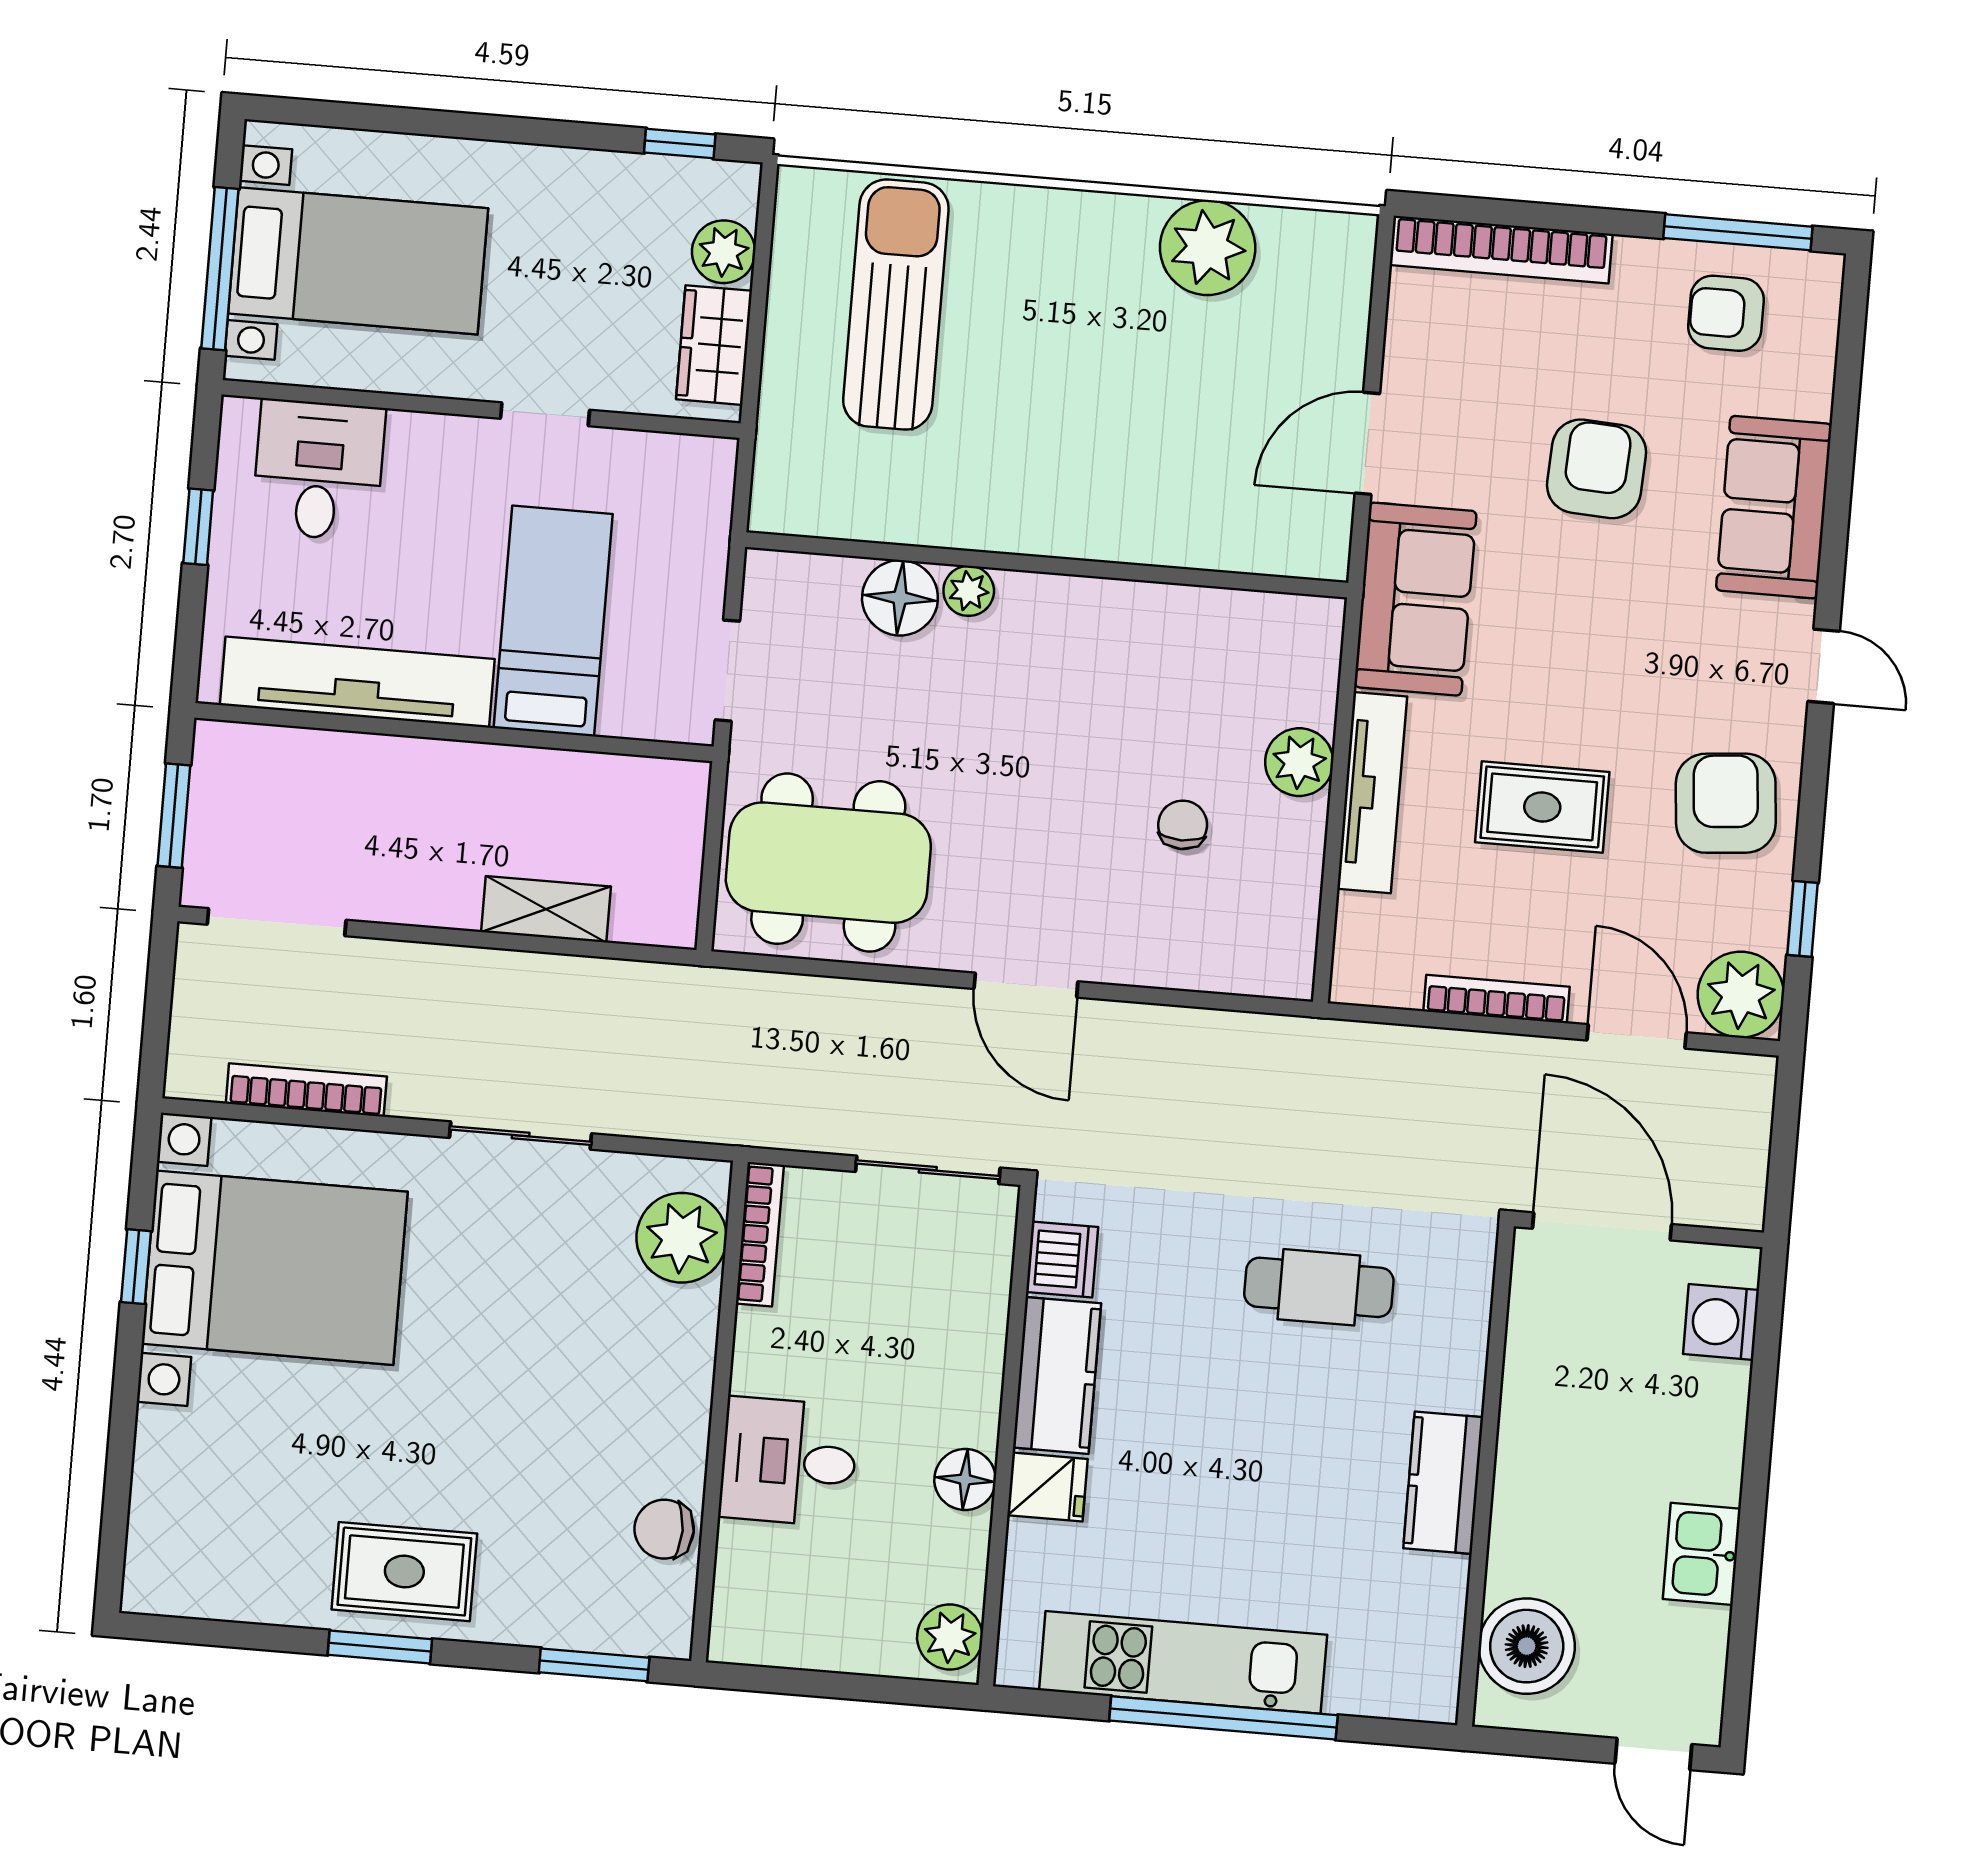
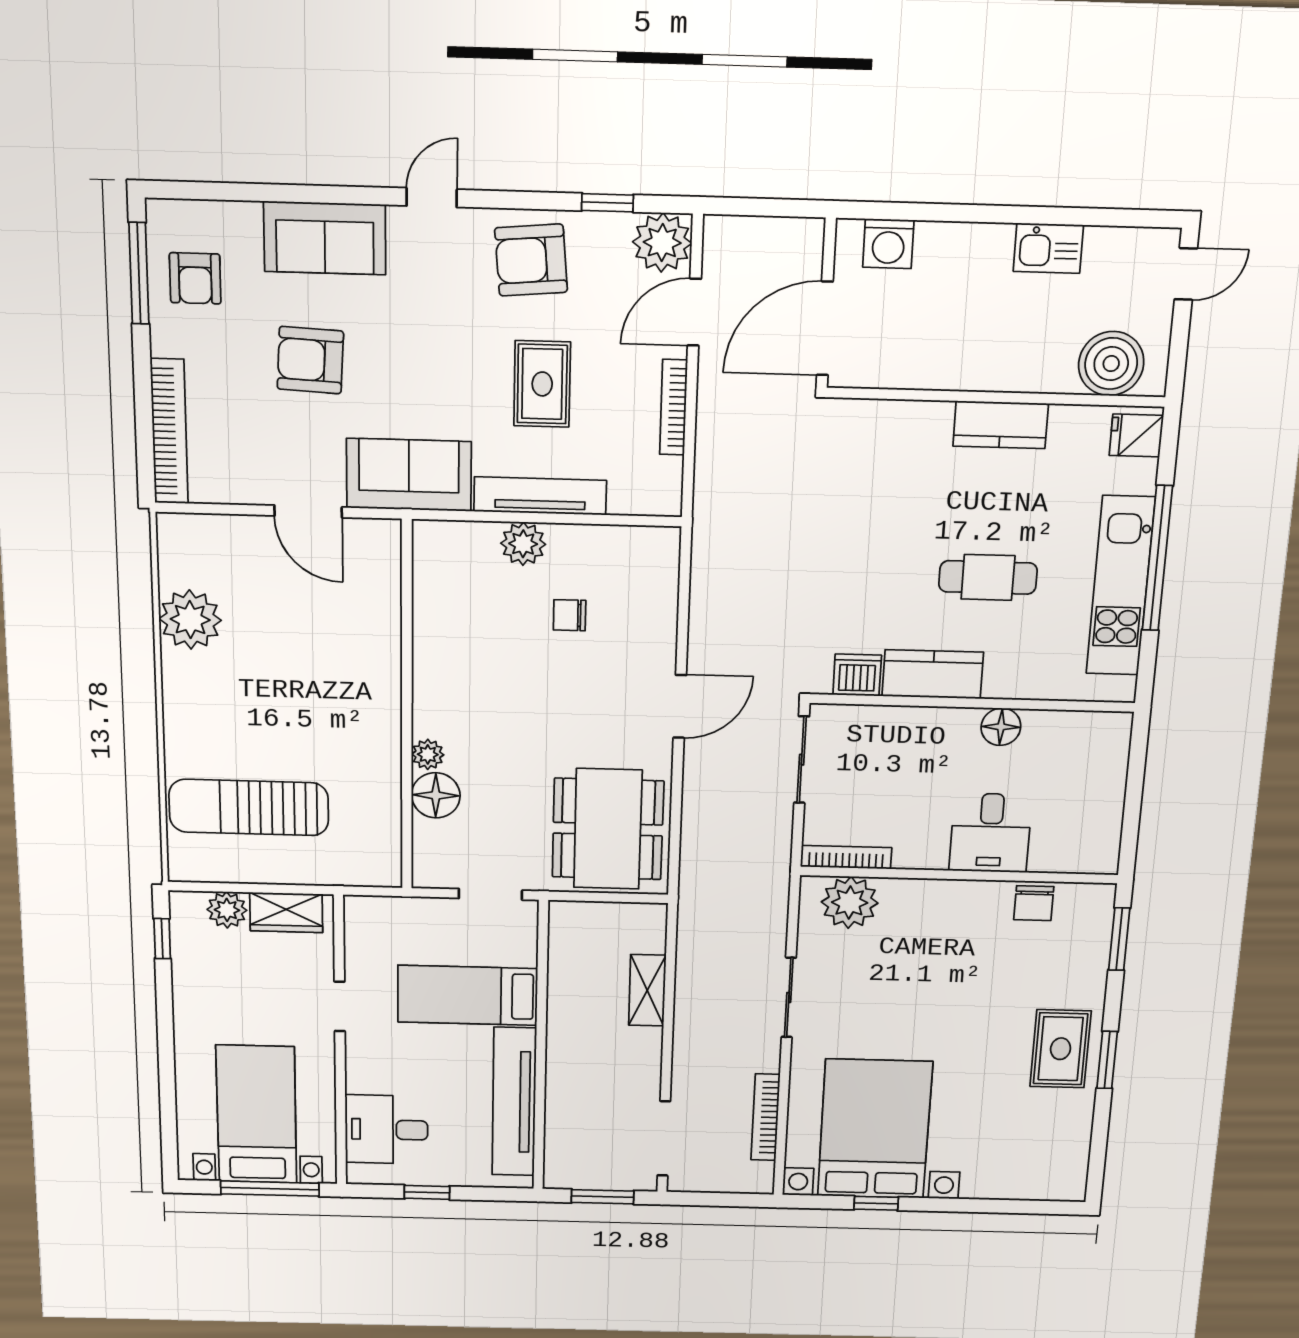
cafe table: (1319, 1287) -> (988, 577), moved, turned 90
fridge: (1047, 1487) -> (1136, 435), moved, turned -90
plant: (950, 1637) -> (1103, 731), removed

